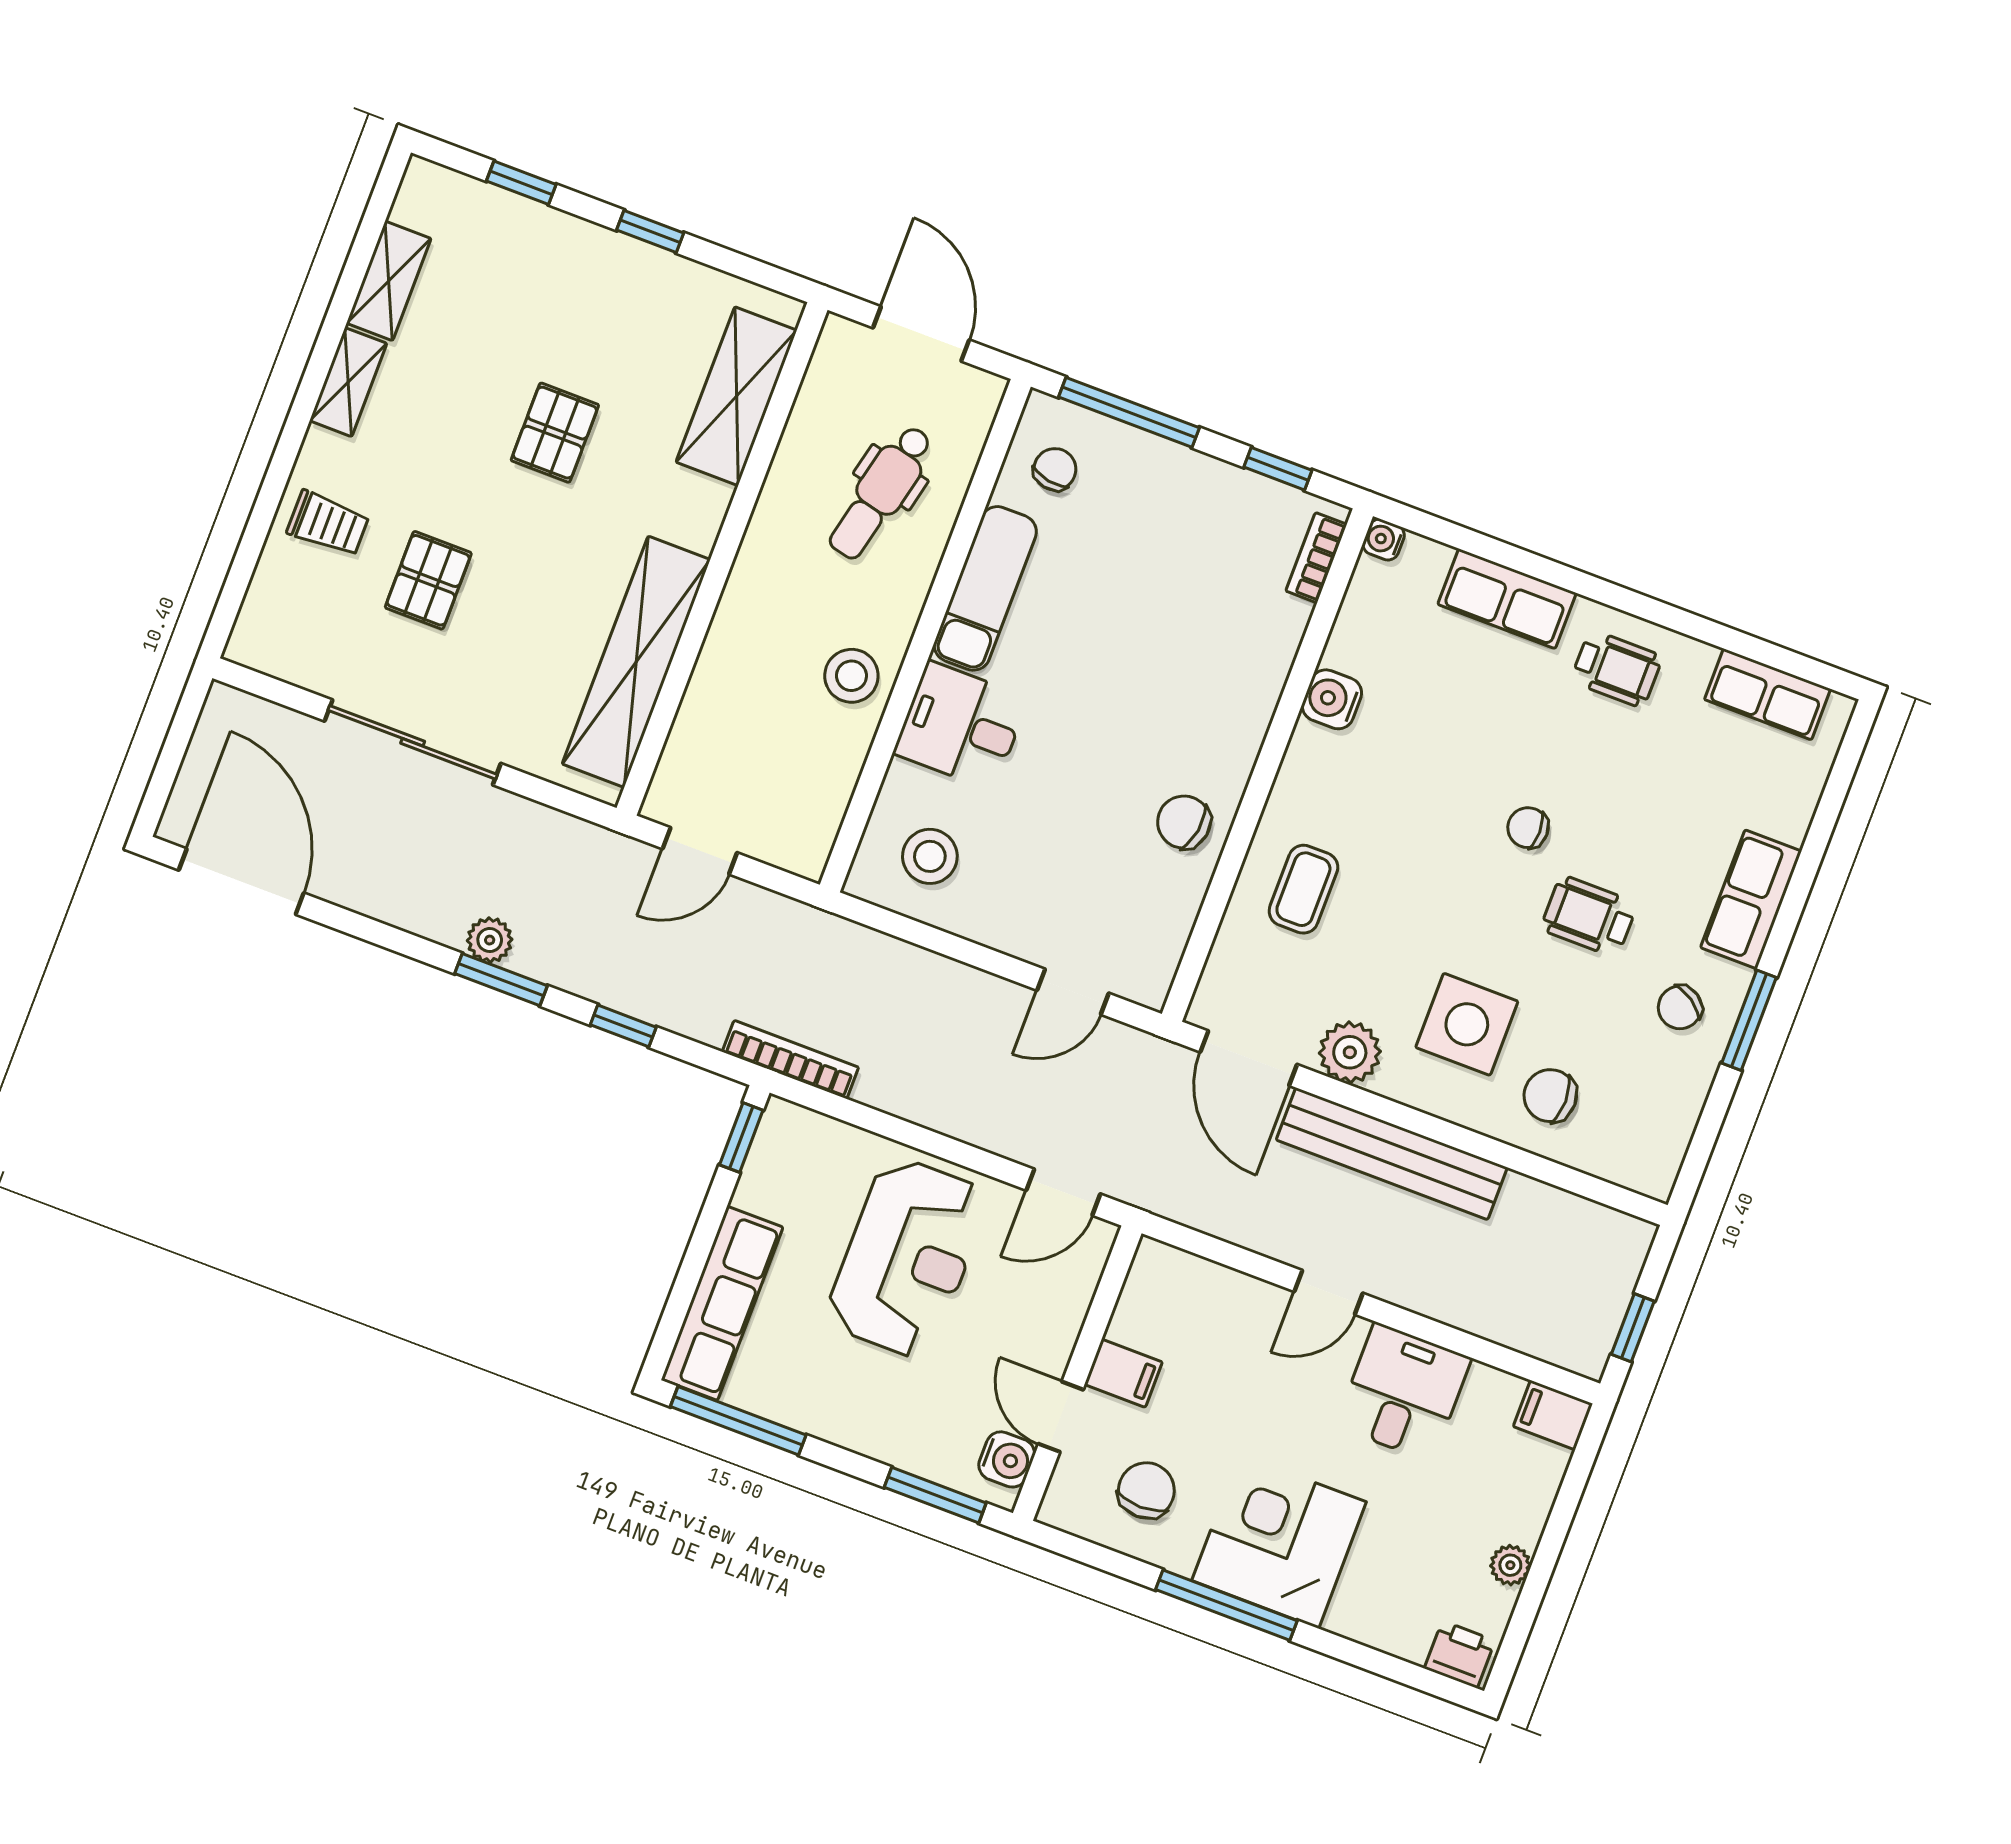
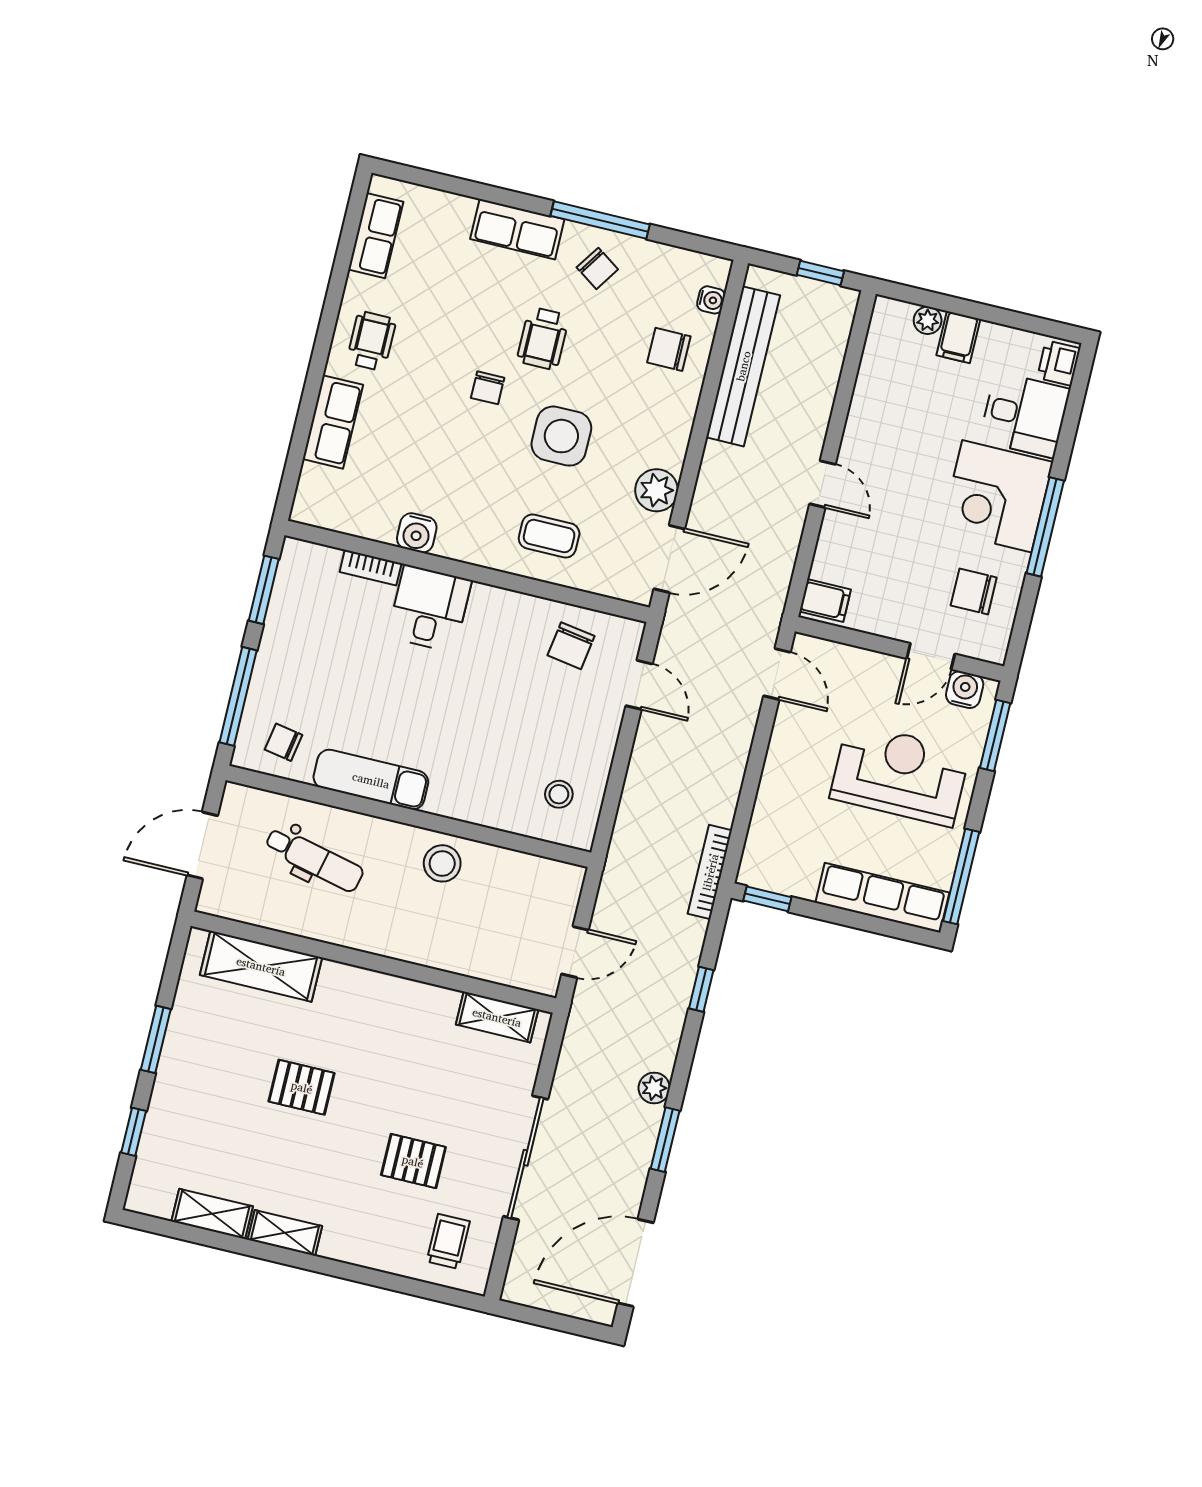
window: (650, 231) -> (156, 1039), width x1.50
window: (1278, 469) -> (264, 590), width x1.50
trolley: (328, 524) -> (448, 1241), moved
water cooler: (1384, 540) -> (711, 300), moved, turned -90
bookcase: (1316, 558) -> (371, 568), moved
shelving: (636, 662) -> (497, 1017), width x0.45, depth x0.75
desk: (961, 726) -> (429, 608), moved, turned 180
chair: (1184, 822) -> (571, 646), moved
door: (700, 851) -> (575, 952), hinge flipped
stool: (930, 856) -> (559, 794), width x0.73, depth x0.73
window: (501, 980) -> (665, 1140), moved
window: (1749, 1020) -> (600, 220), width x1.44
side table: (1467, 1024) -> (561, 436), moved
chair: (1550, 1096) -> (669, 349), turned 90
bench: (1392, 1154) -> (743, 366), moved
reception desk: (907, 1258) -> (900, 774), moved
filing cabinet: (1123, 1373) -> (825, 601), moved, turned 90
desk: (1403, 1392) -> (1025, 415), moved, turned 180
filing cabinet: (1553, 1415) -> (958, 337), moved
plant: (1510, 1565) -> (928, 320), moved

